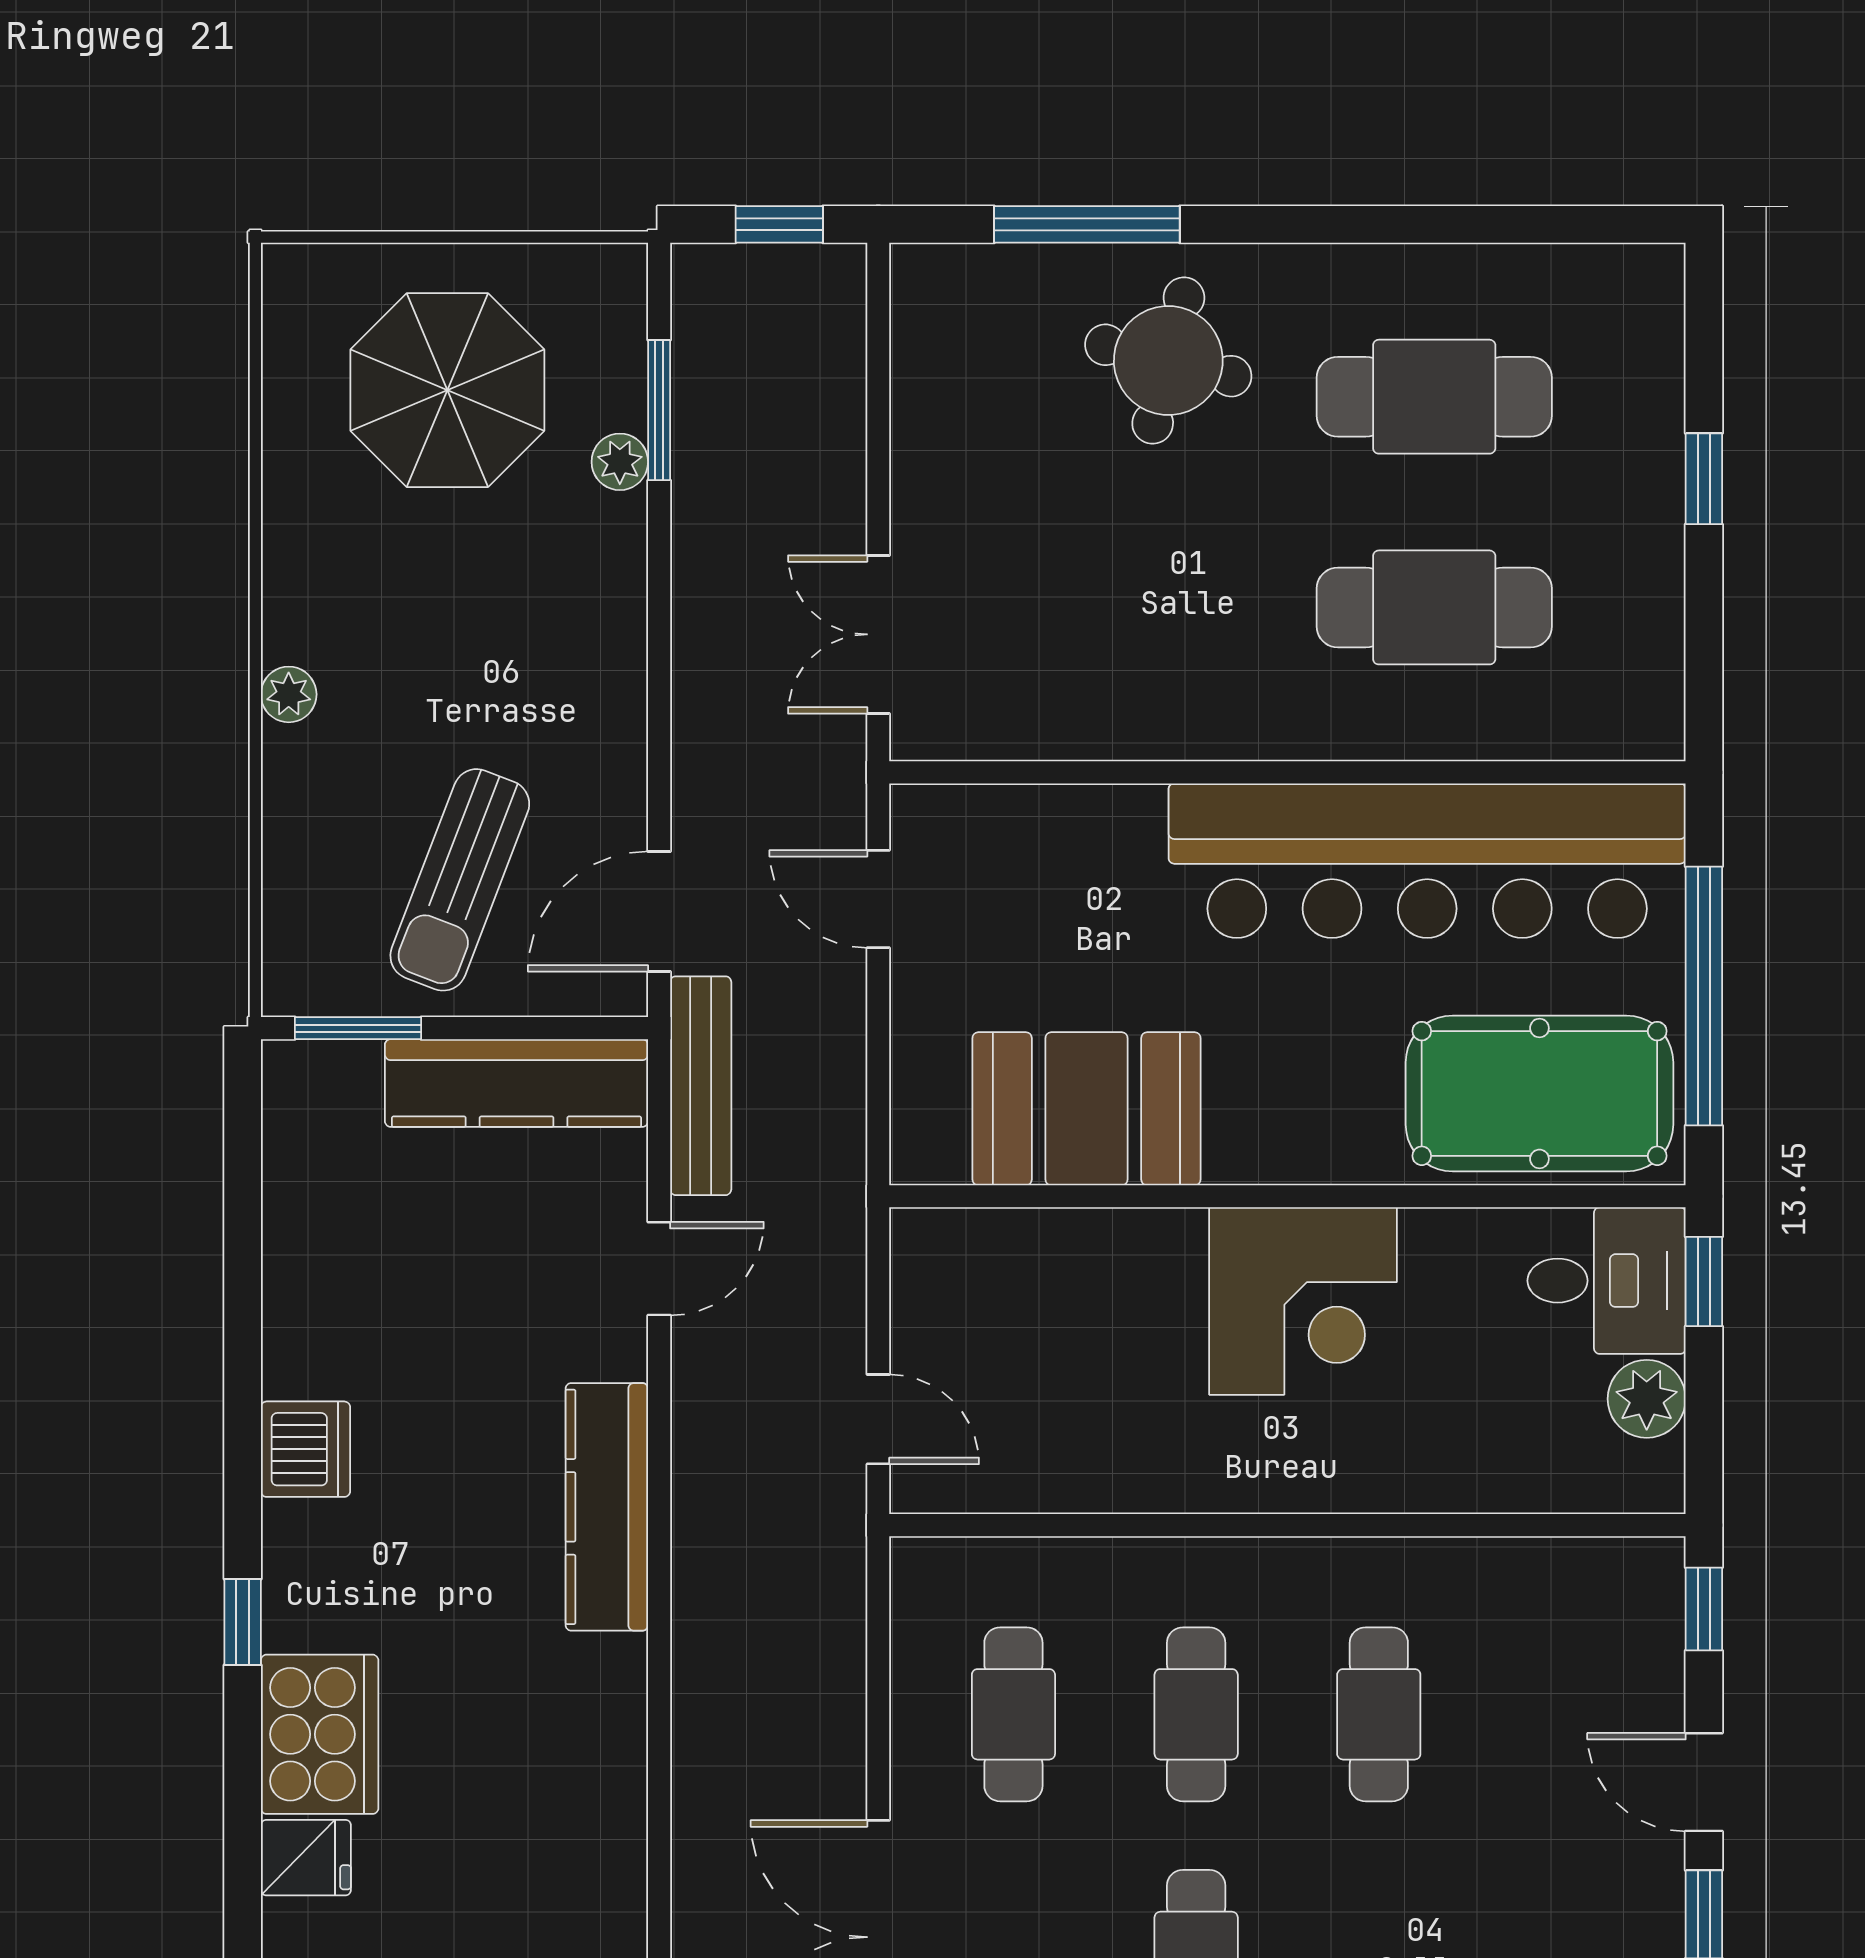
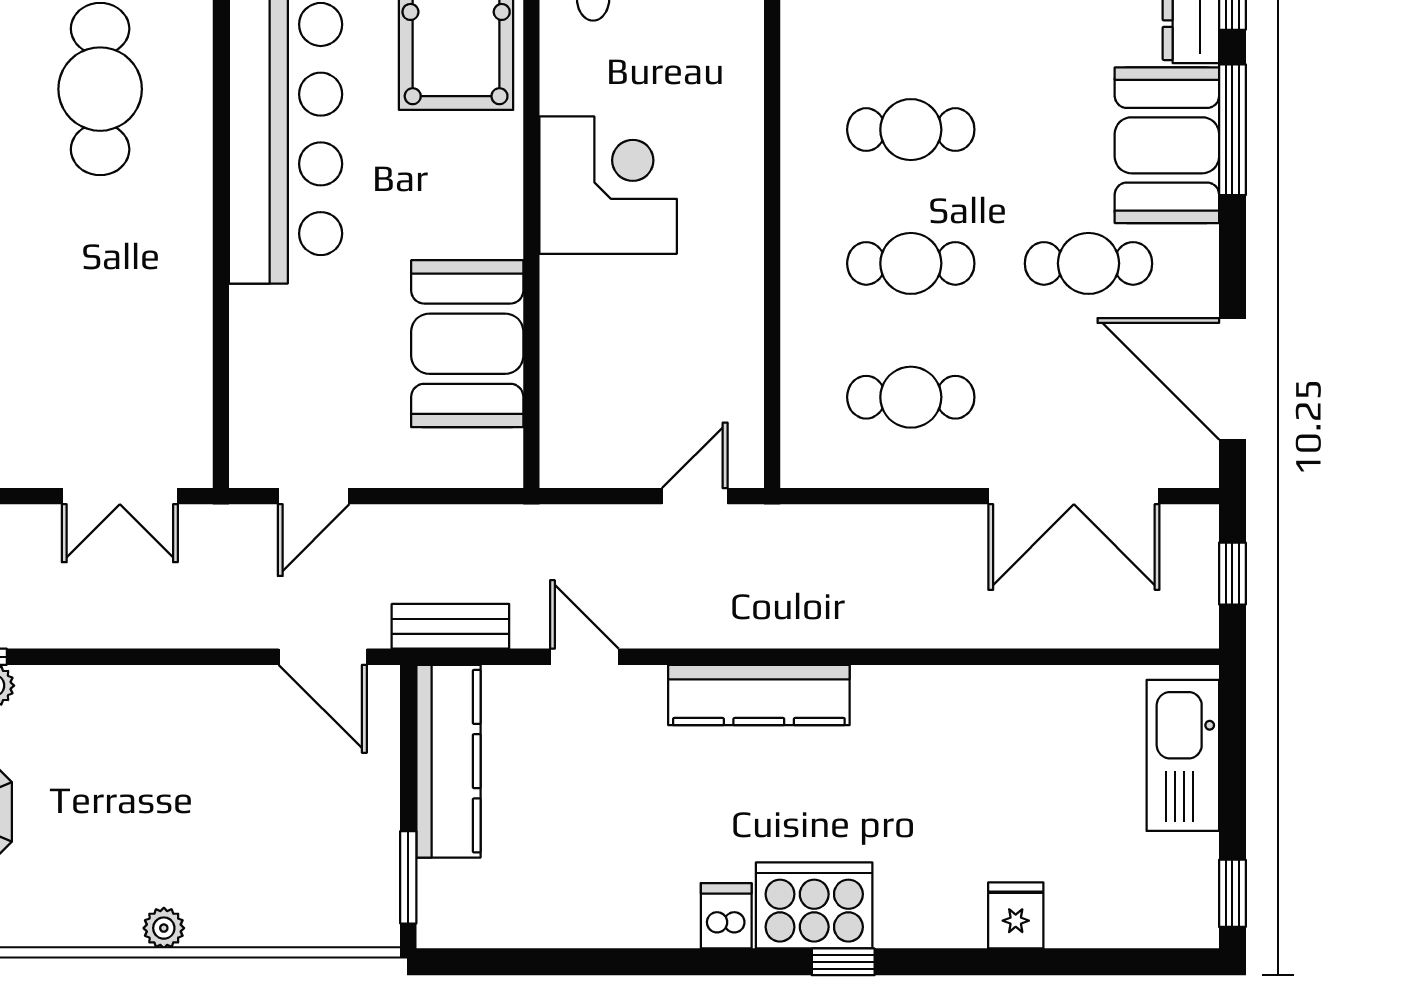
sun lounger: (460, 880) -> (300, 803), removed
bench: (701, 1086) -> (450, 626), width x0.73
dishwasher: (305, 1449) -> (726, 916), width x0.73
cooker: (320, 1734) -> (814, 905), moved

